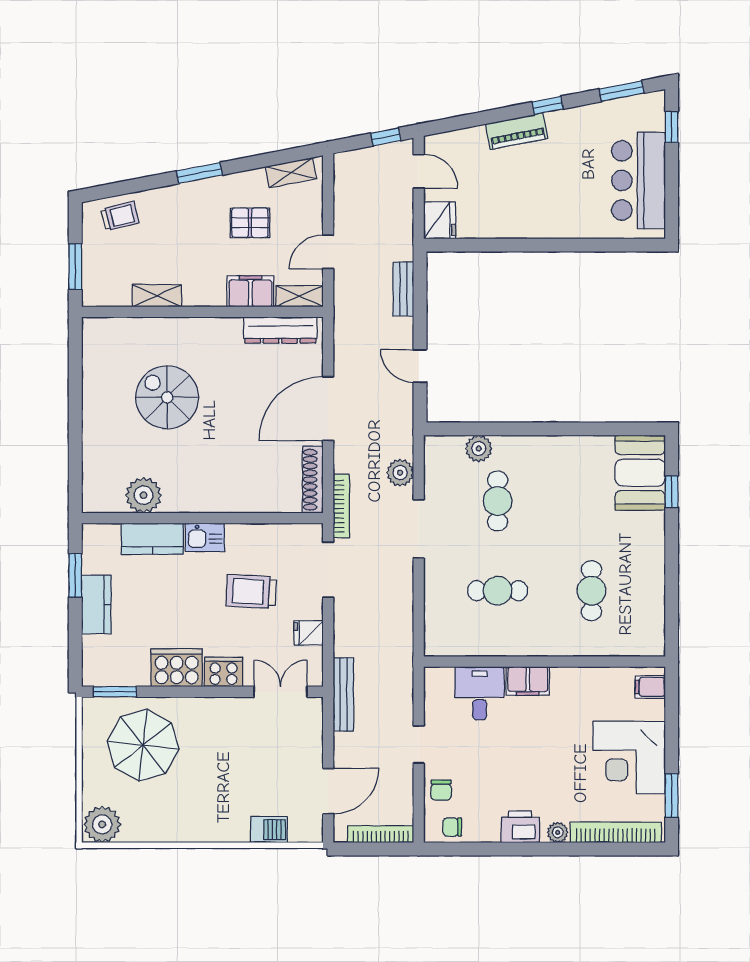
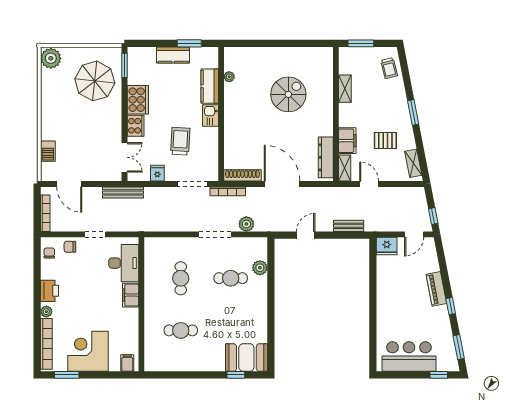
pallet: (250, 223) -> (385, 140), turned 90
plant: (144, 495) -> (229, 77), width x0.53, depth x0.53
desk: (480, 693) -> (124, 263), width x1.37

